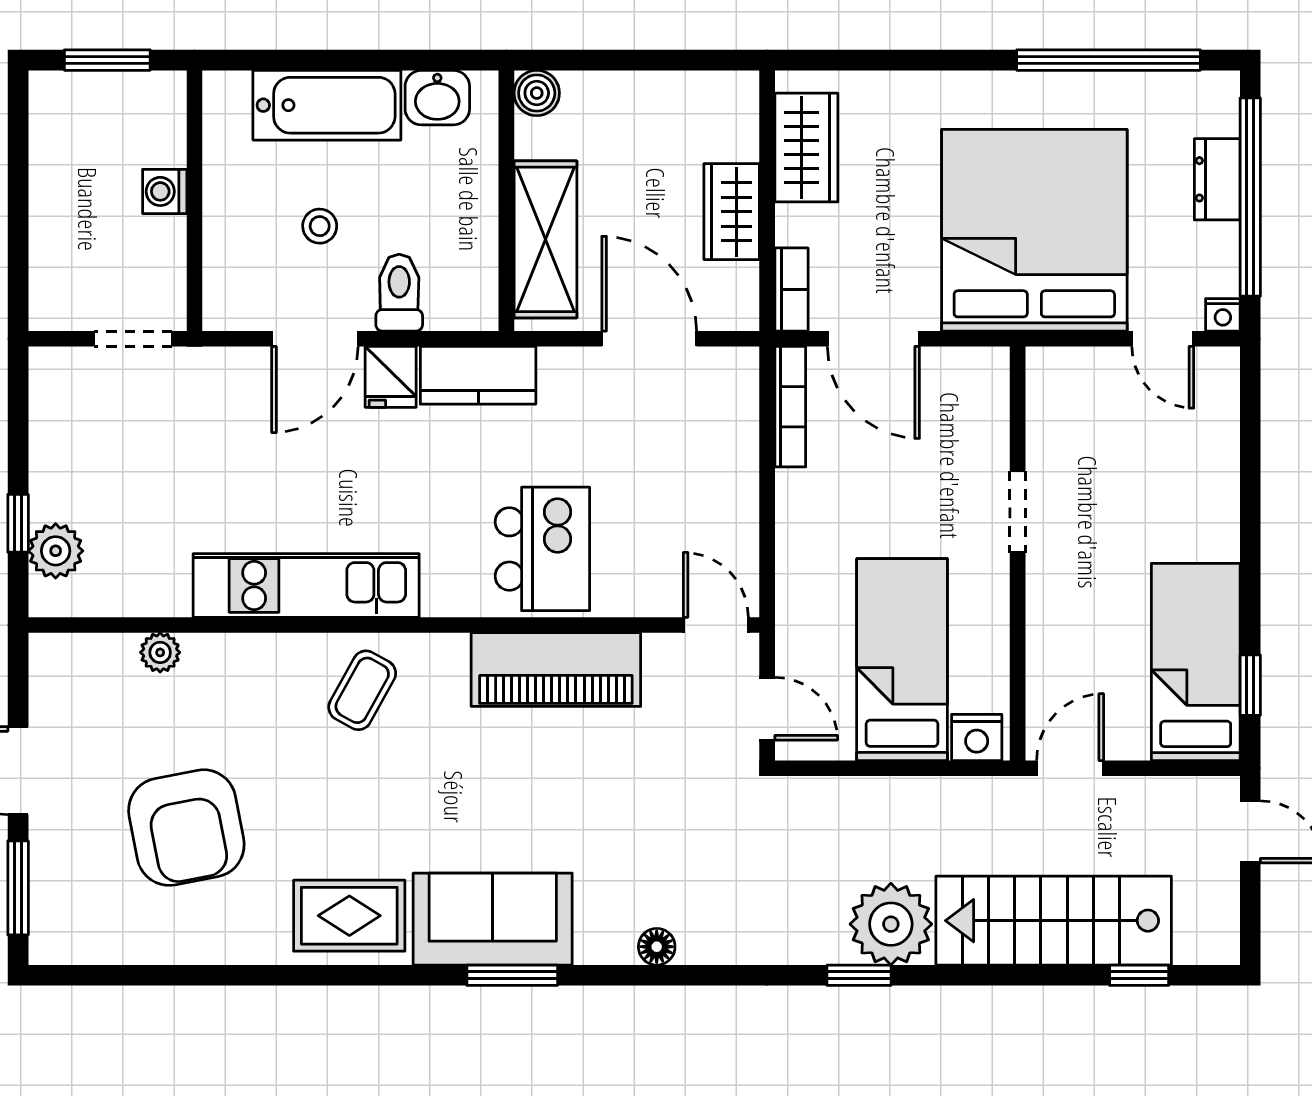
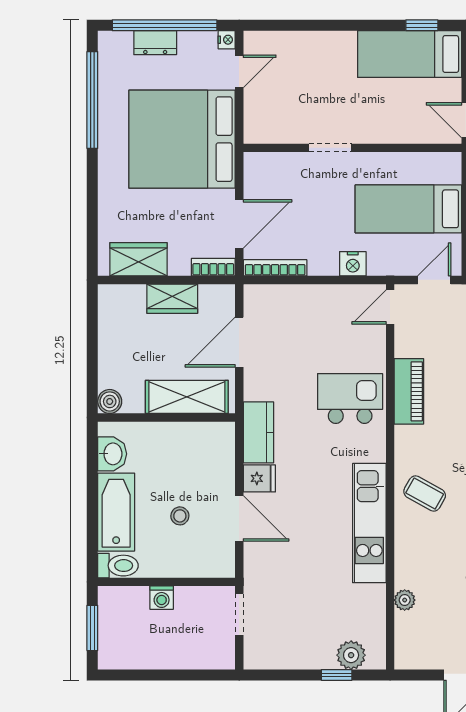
toilet: (399, 293) -> (118, 566), moved, turned 180
piano: (556, 670) -> (409, 391), width x0.73, depth x0.75
nightstand: (977, 737) -> (353, 264), moved, turned 90

